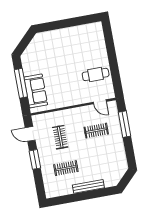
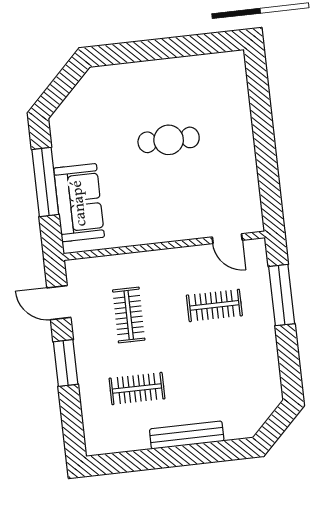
cafe table: (96, 74) -> (169, 140), moved

